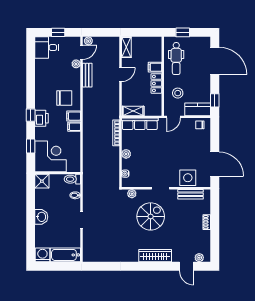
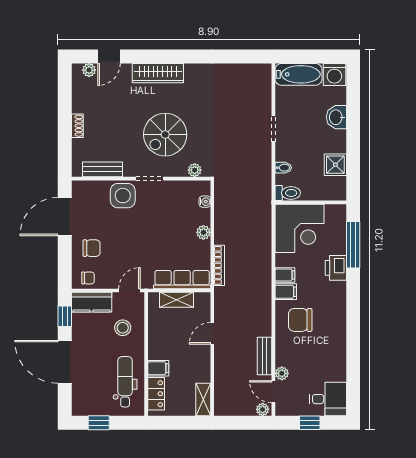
window: (183, 32) -> (99, 423), moved
door: (81, 52) -> (273, 392), hinge flipped
door: (215, 61) -> (65, 362), moved
door: (120, 75) -> (212, 333), moved
locker: (156, 83) -> (156, 394), moved
shelving: (133, 111) -> (177, 300), moved
window: (31, 115) -> (353, 293), removed
printer: (42, 118) -> (336, 268), moved
chair: (198, 144) -> (92, 248), added
window: (31, 146) -> (353, 245), width x2.17
corner desk: (50, 156) -> (299, 228), moved, turned -90
door: (215, 164) -> (65, 217), hinge flipped
side table: (188, 178) -> (123, 196), moved
shower: (42, 181) -> (335, 165), moved
washbasin: (41, 217) -> (336, 117), moved
door: (186, 266) -> (109, 57), swing flipped

